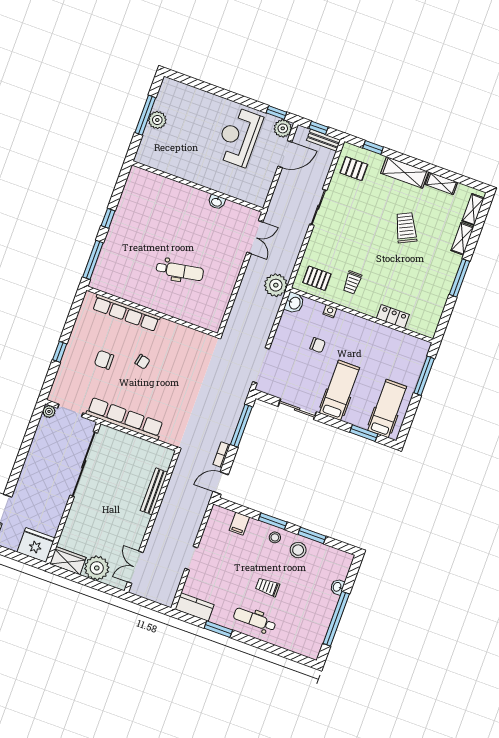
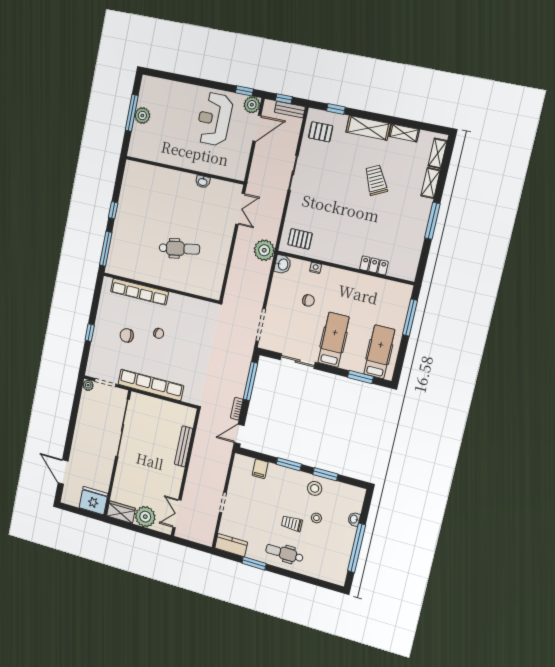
trolley: (352, 282) -> (332, 239), removed
stool: (275, 537) -> (316, 518), moved

